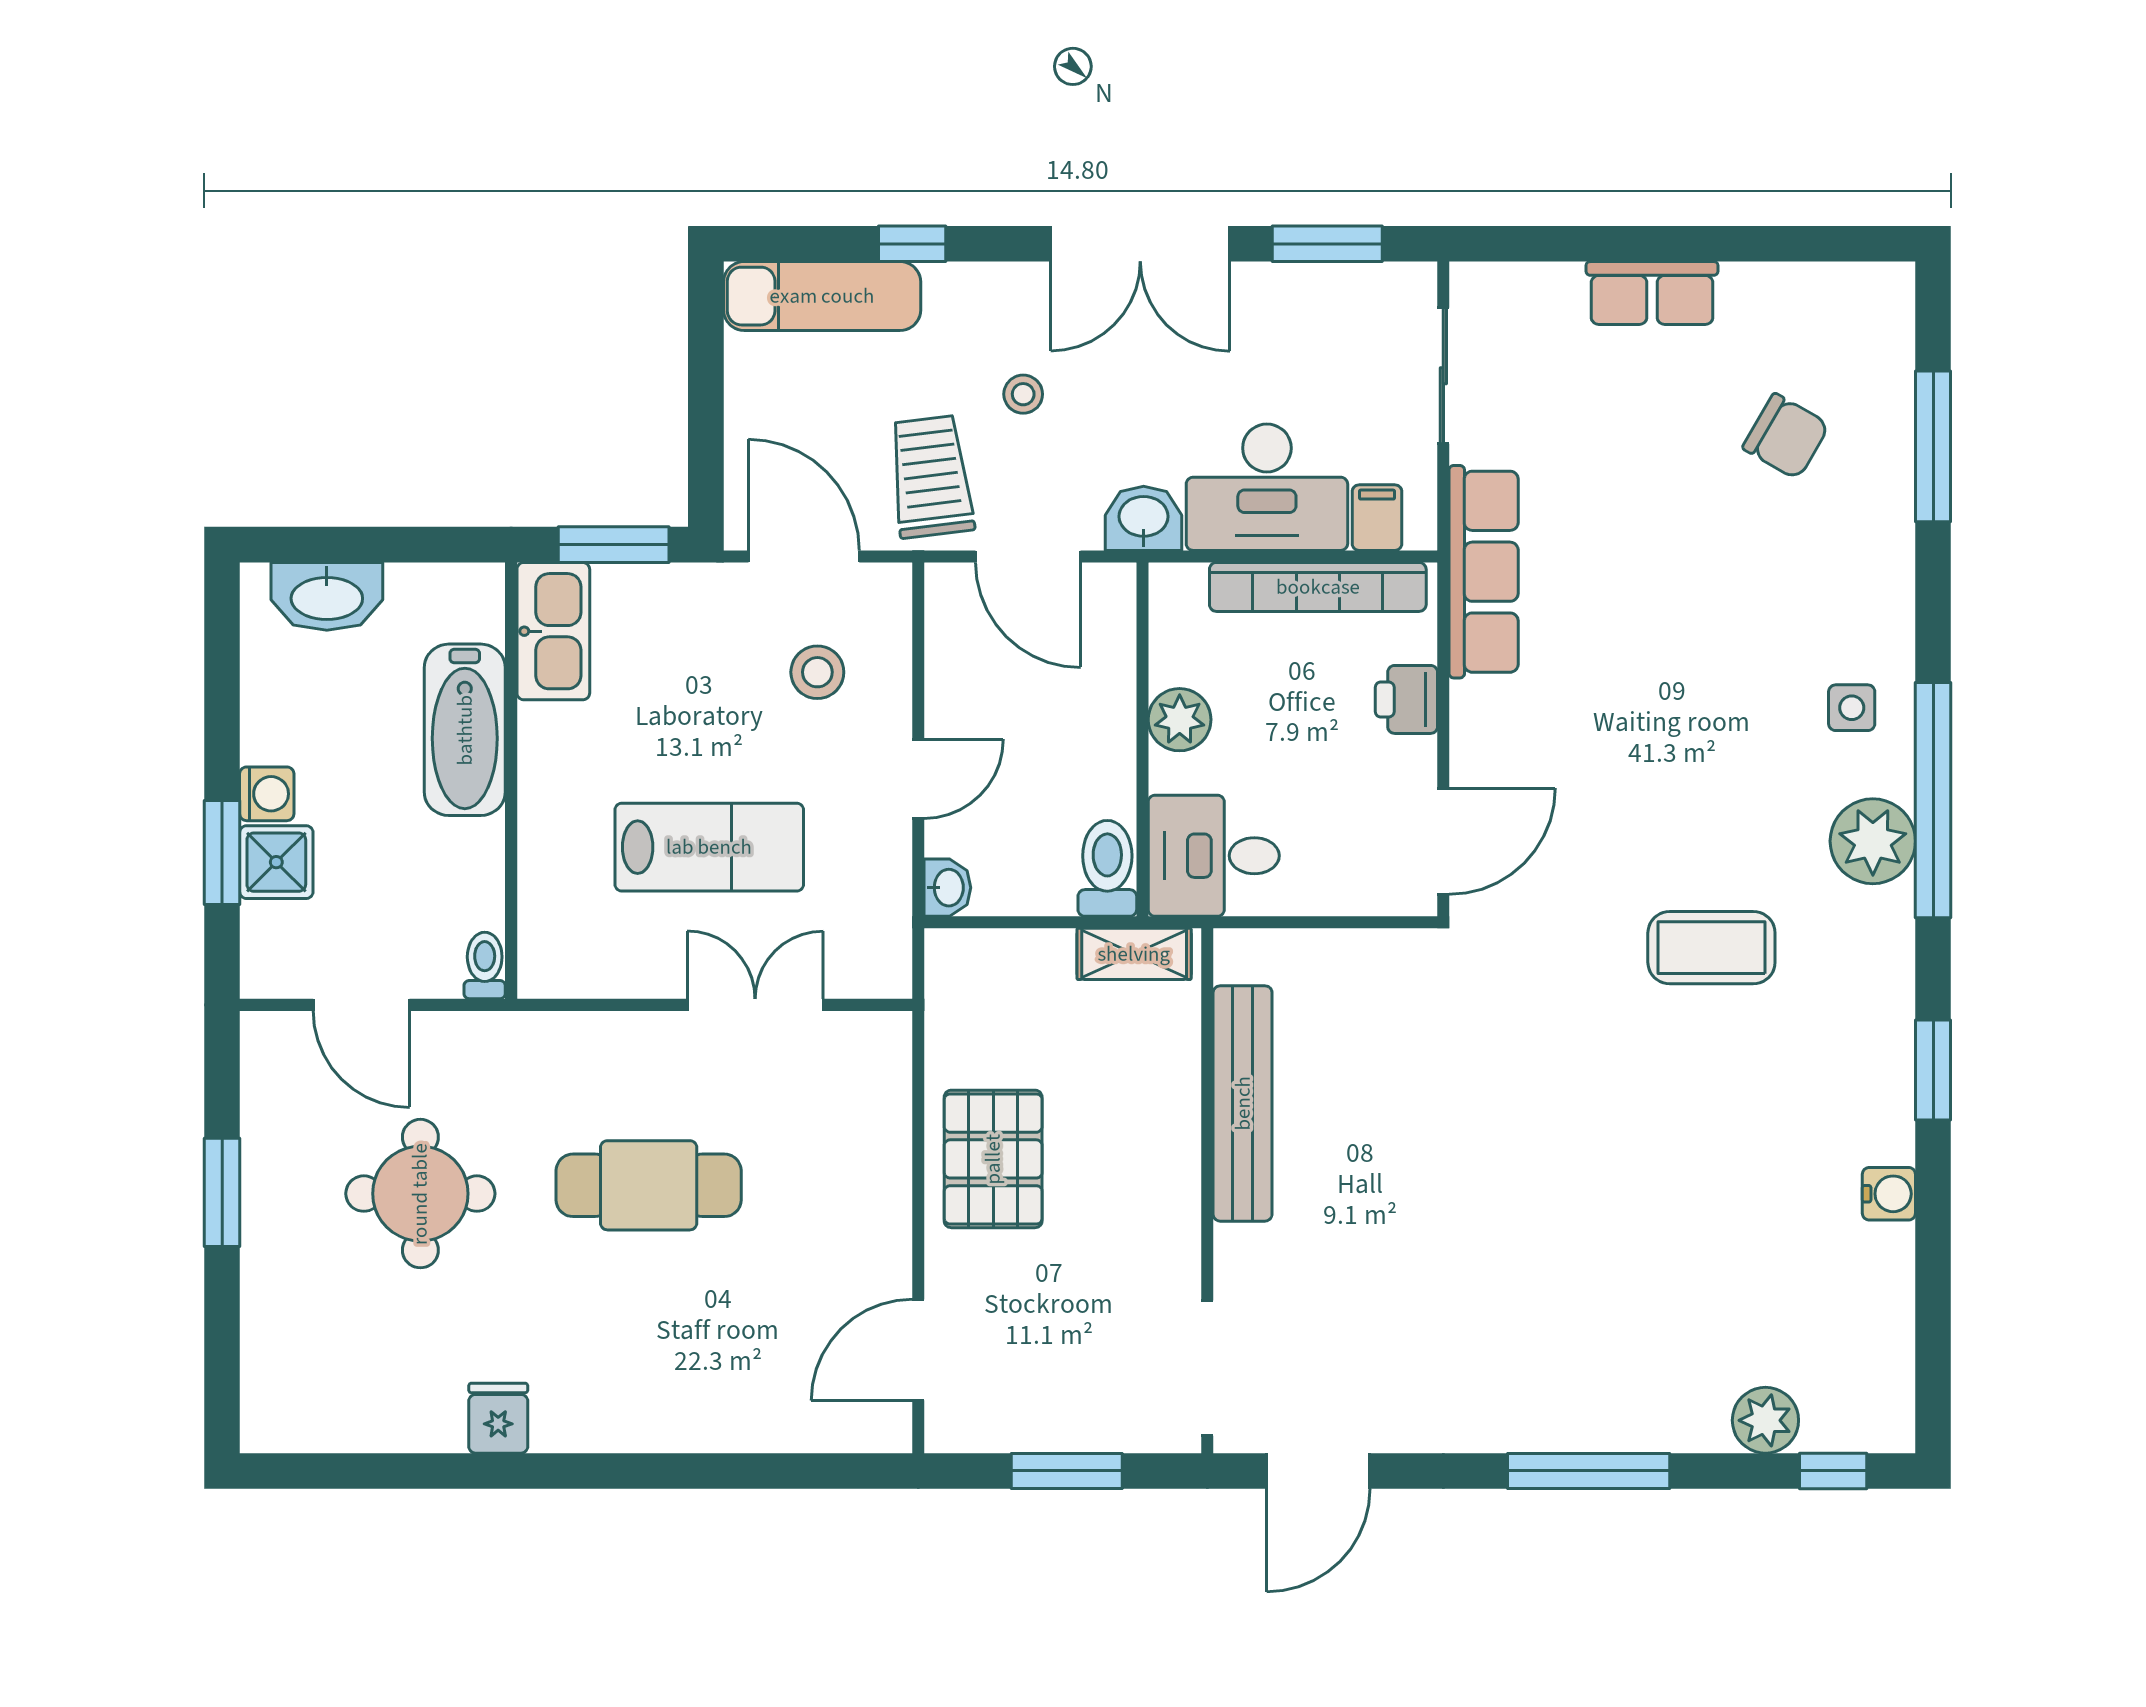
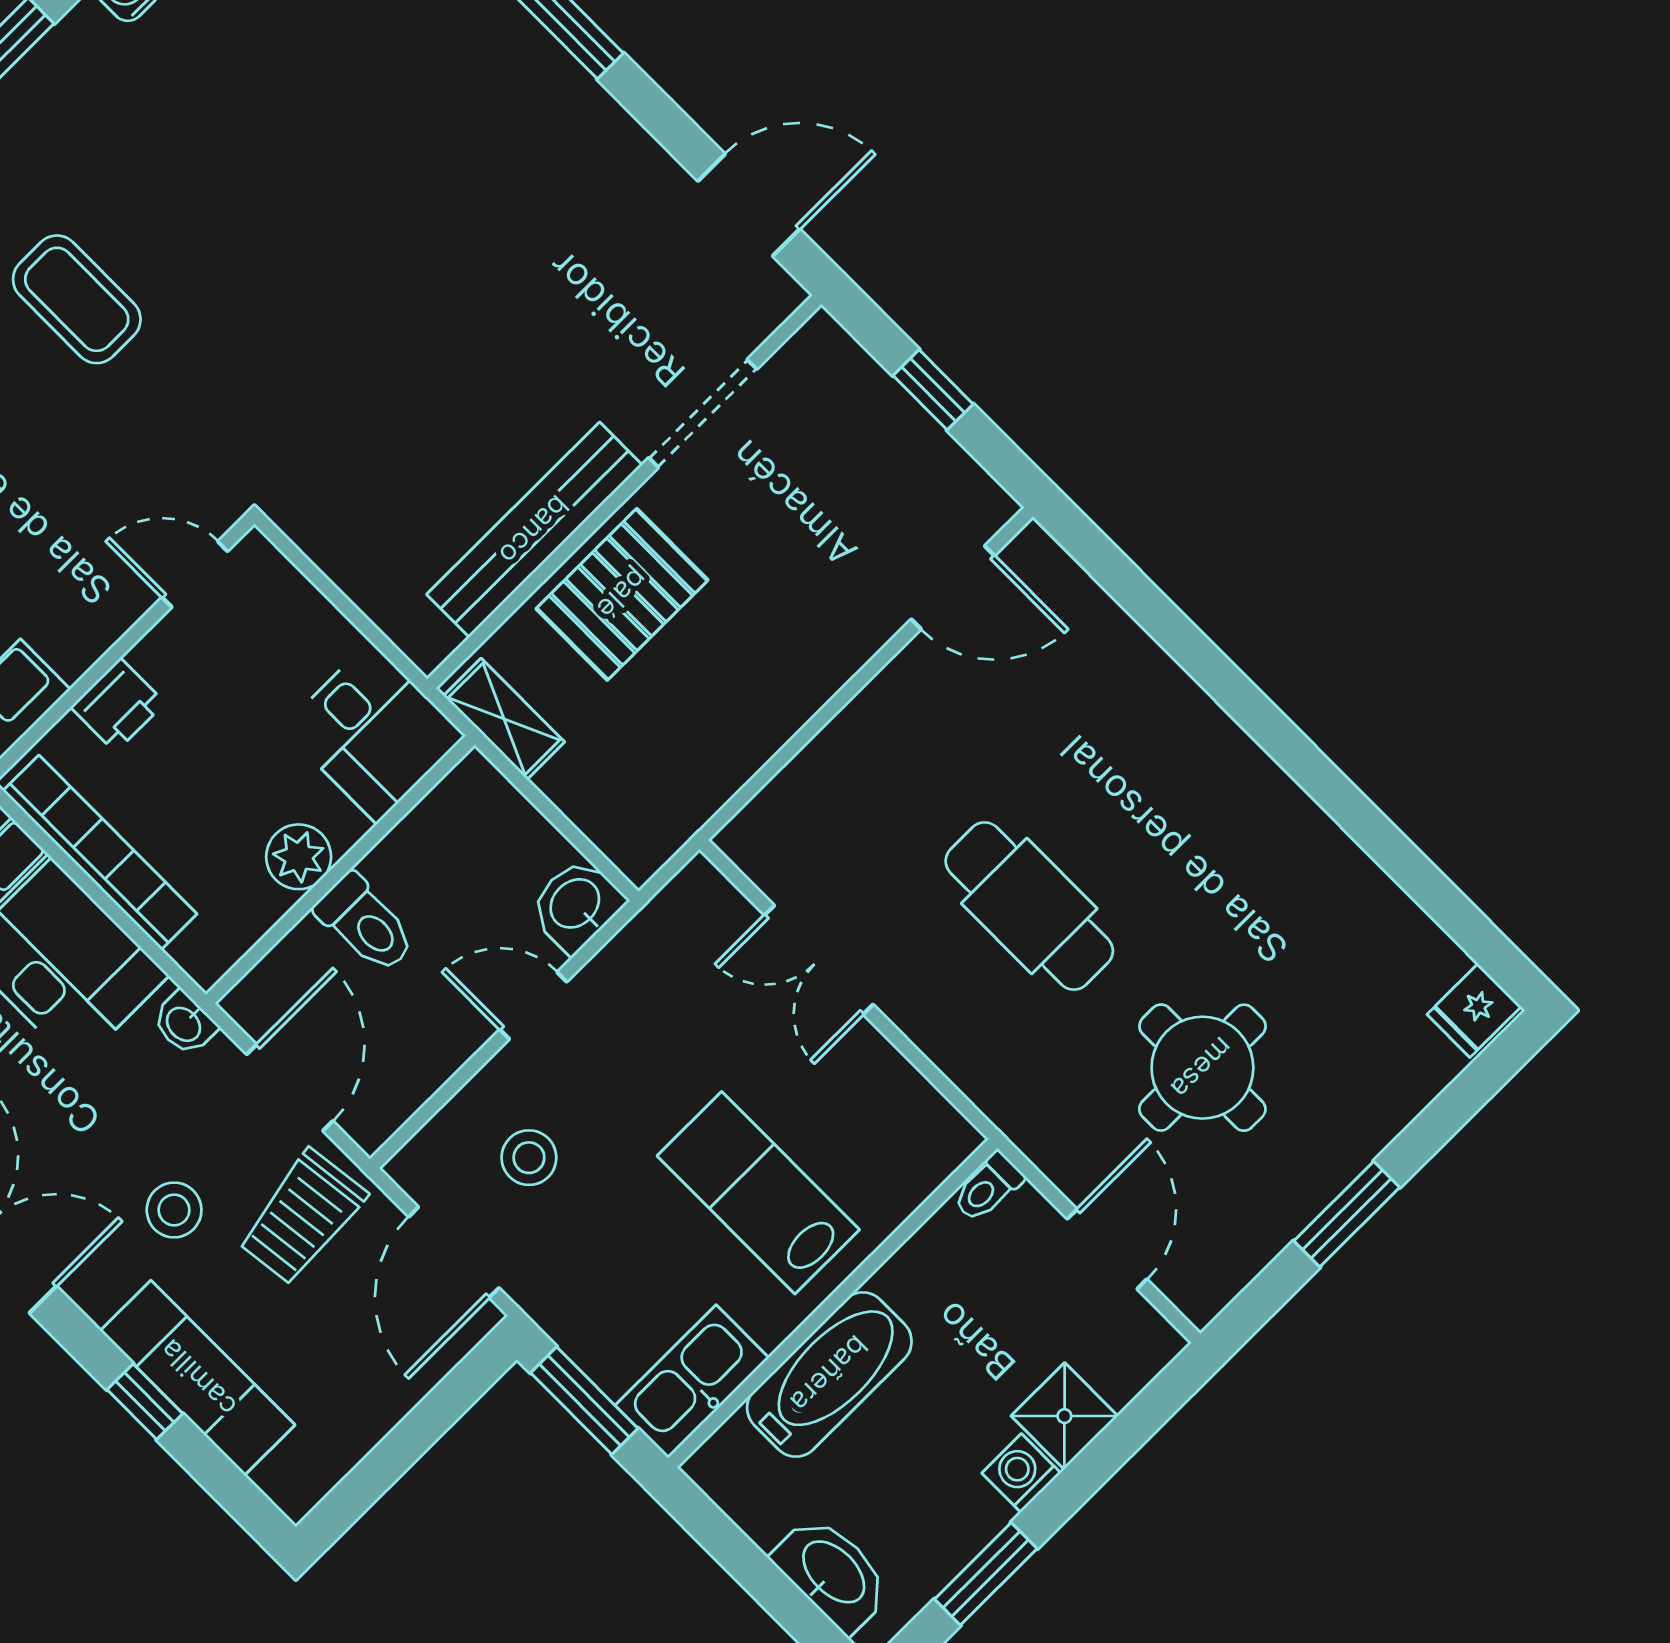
exam couch: (822, 296) -> (198, 1378), moved
stool: (1023, 394) -> (174, 1210), width x1.37, depth x1.37
washbasin: (1144, 518) -> (184, 1023), width x0.72, depth x0.69
door: (1443, 841) -> (195, 574), width x0.73
lab bench: (709, 847) -> (758, 1193), moved
window: (222, 853) -> (986, 1574), moved
toilet: (1107, 868) -> (366, 924), moved, turned -90
washbasin: (947, 888) -> (576, 905), width x1.38, depth x1.45
pallet: (993, 1159) -> (622, 594), moved
doorway: (1207, 1368) -> (703, 413), moved
fridge: (498, 1418) -> (1474, 1010), moved
window: (1067, 1471) -> (933, 390), width x0.67

